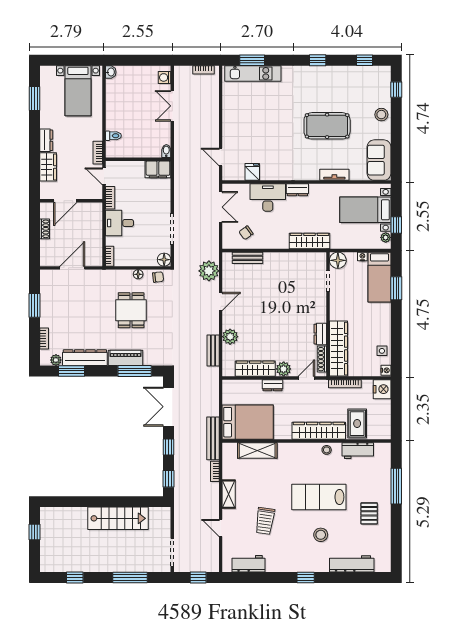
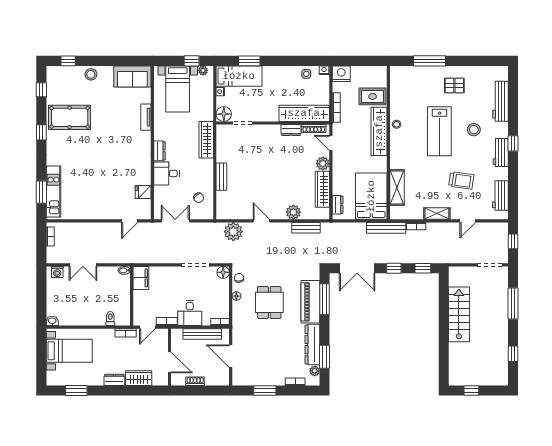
pool table: (327, 126) -> (70, 117), moved, turned 90
desk: (268, 197) -> (166, 173), width x0.73
bench: (96, 237) -> (202, 334), added
bench: (248, 258) -> (221, 177), moved
dining table: (131, 310) -> (269, 302), turned 90
piano: (125, 358) -> (310, 302), width x1.37, depth x1.33
dresser: (273, 385) -> (338, 205), moved
workbench: (358, 451) -> (501, 152), moved, turned 180

